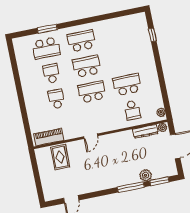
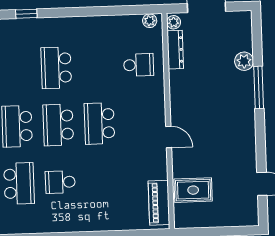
school desk: (127, 85) -> (56, 68), moved
school desk: (56, 99) -> (101, 181), removed
window: (159, 181) -> (257, 41), removed

